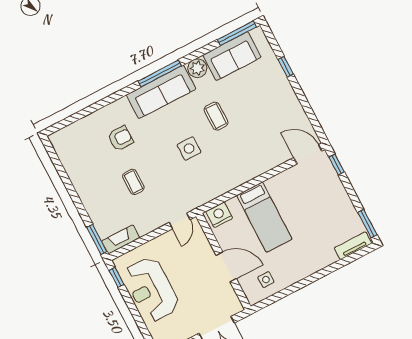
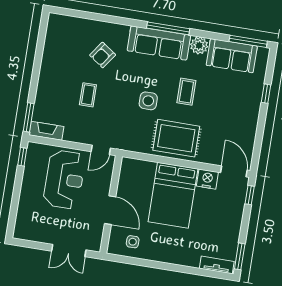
armchair: (120, 138) -> (103, 55), turned 125
rug: (237, 163) -> (176, 138), added
nightstand: (219, 215) -> (207, 179), moved
bed: (264, 217) -> (173, 195), width x1.50
reception desk: (151, 289) -> (64, 179), moved, turned 180

